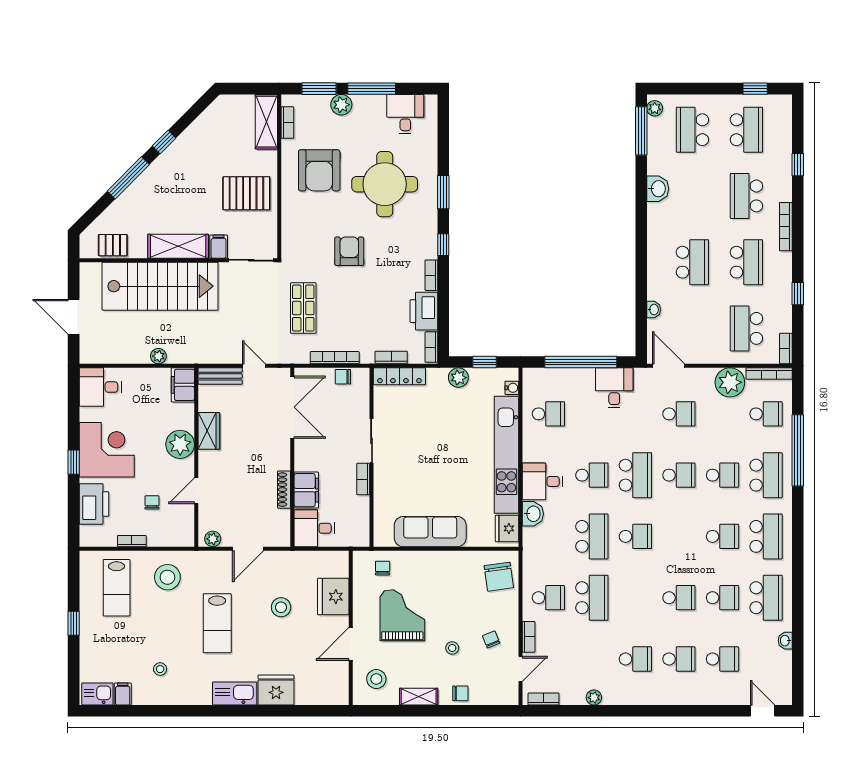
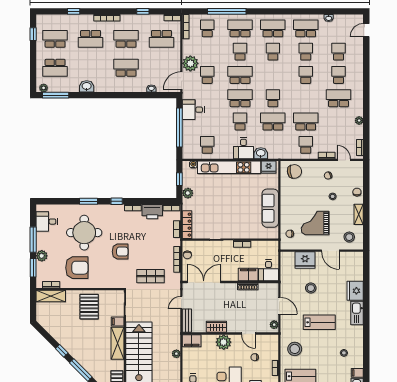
armchair: (349, 251) -> (120, 252), turned 180
plant: (730, 382) -> (190, 63), moved
school desk: (679, 475) -> (240, 75), width x1.85
school desk: (635, 659) -> (339, 98), width x1.85

